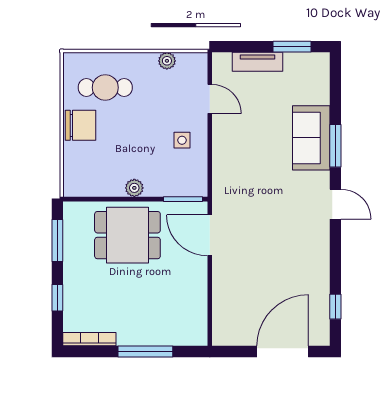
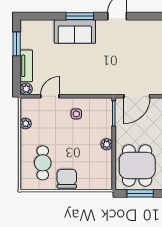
plant: (221, 62) -> (26, 89), added
dining table: (127, 235) -> (137, 165), moved

